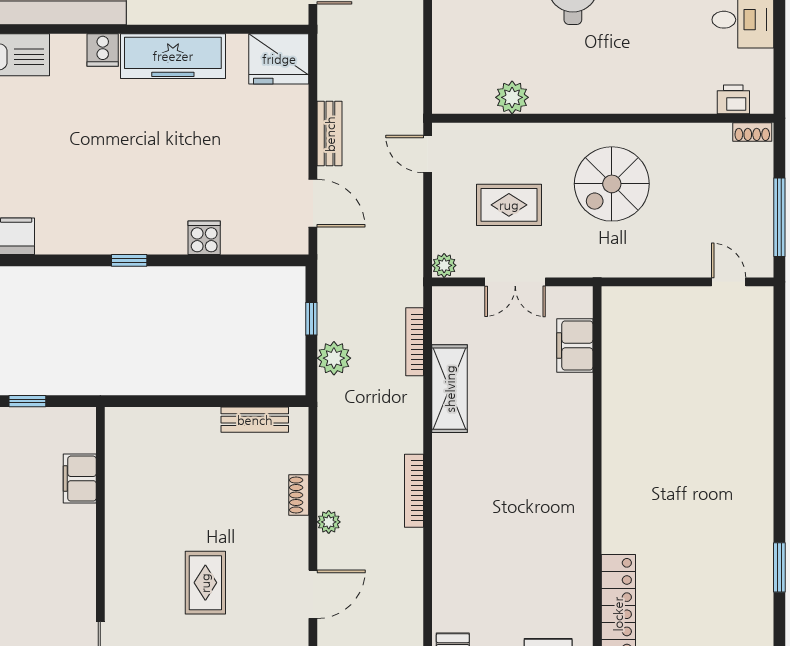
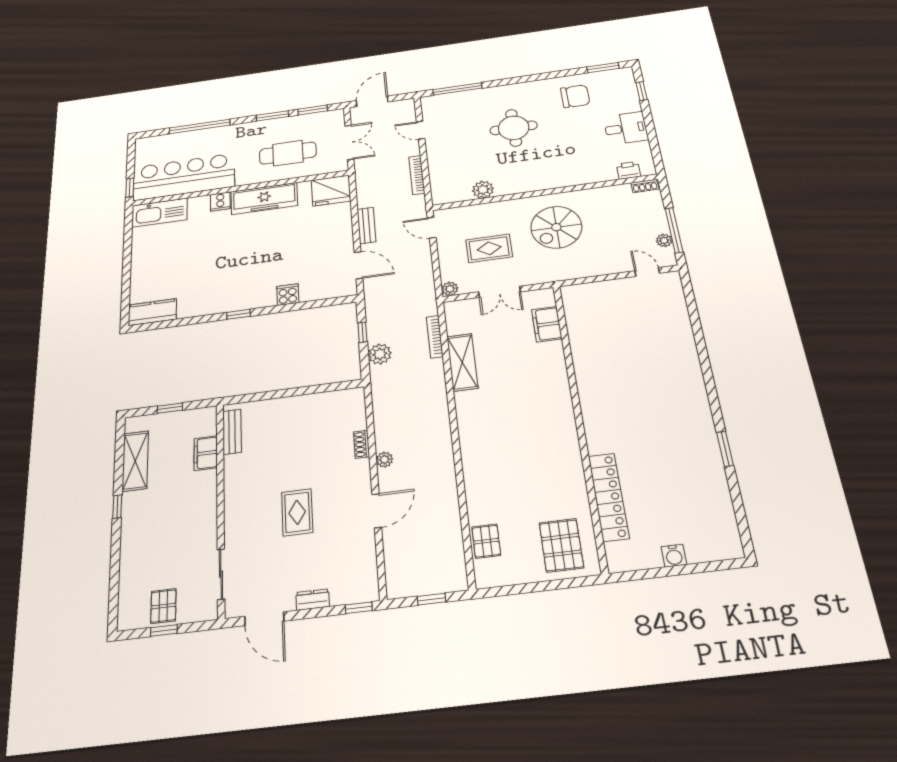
plant: (762, 232) -> (664, 240), added
bench: (255, 420) -> (232, 432), moved, turned 90
bookcase: (414, 491) -> (417, 175), moved

